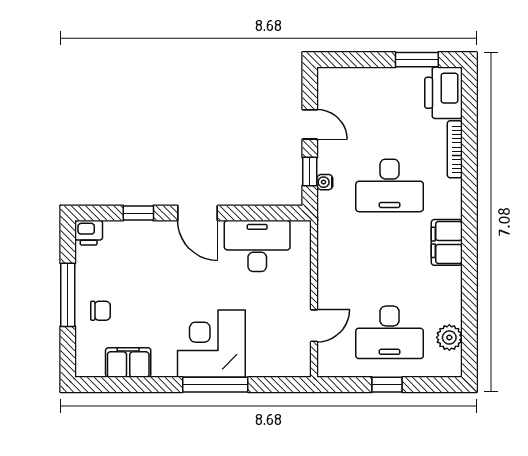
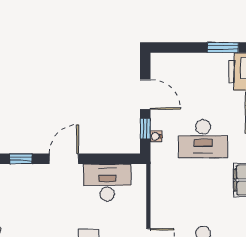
door: (310, 124) -> (145, 94), width x1.38
door: (198, 213) -> (64, 159), swing flipped

